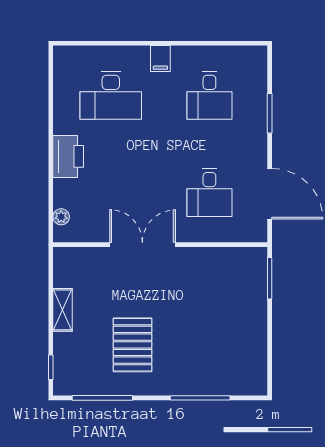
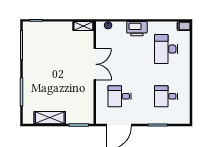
filing cabinet: (160, 59) -> (184, 26), moved
shelving: (63, 310) -> (83, 26), moved
shelving: (254, 339) -> (50, 118), added
pallet: (133, 345) -> (47, 59), removed

